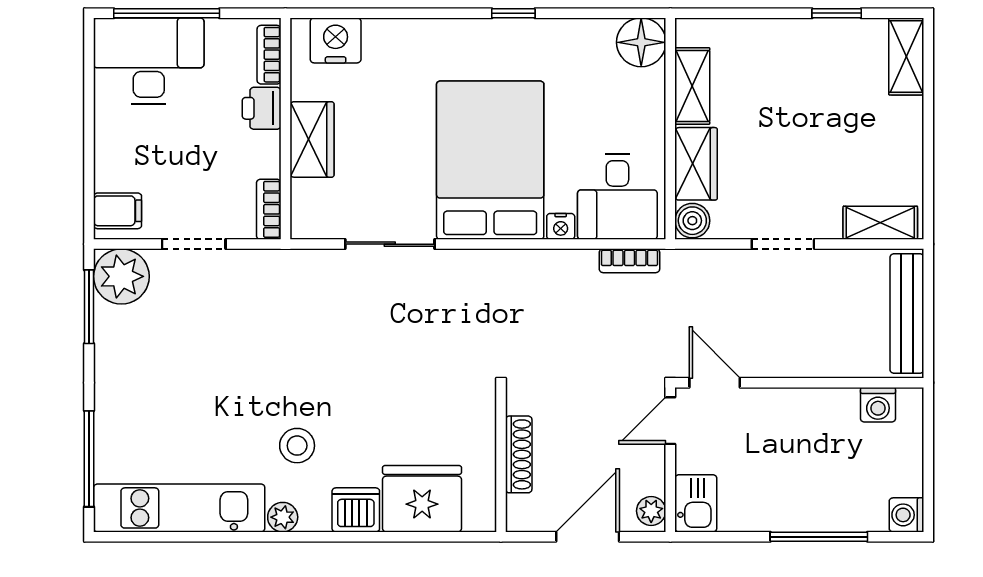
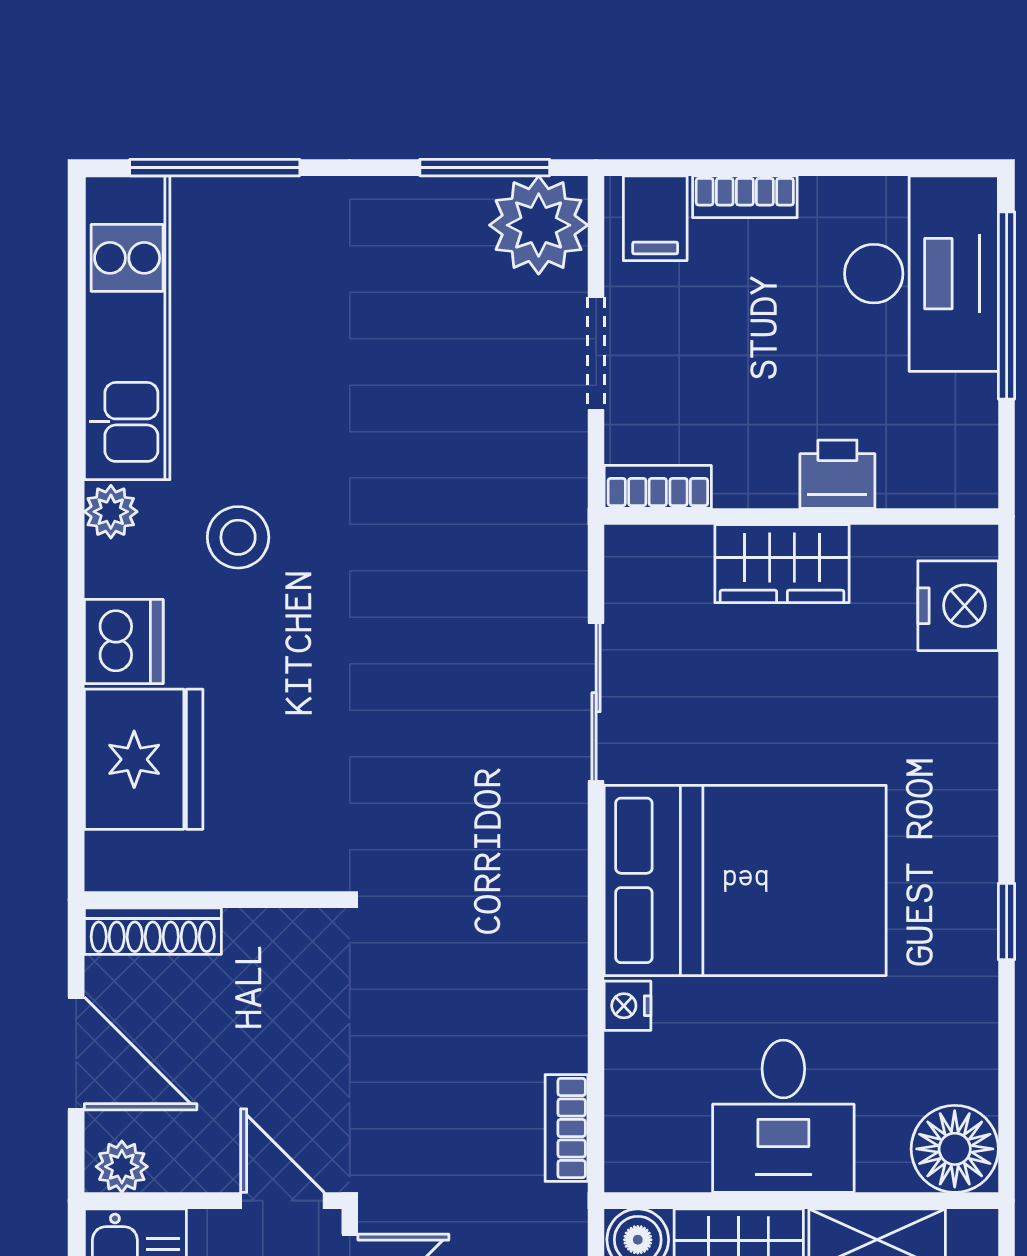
bookcase: (269, 55) -> (745, 197), moved, turned 180
desk: (617, 197) -> (783, 1116), moved, turned -90
shoe rack: (519, 454) -> (153, 931), moved

